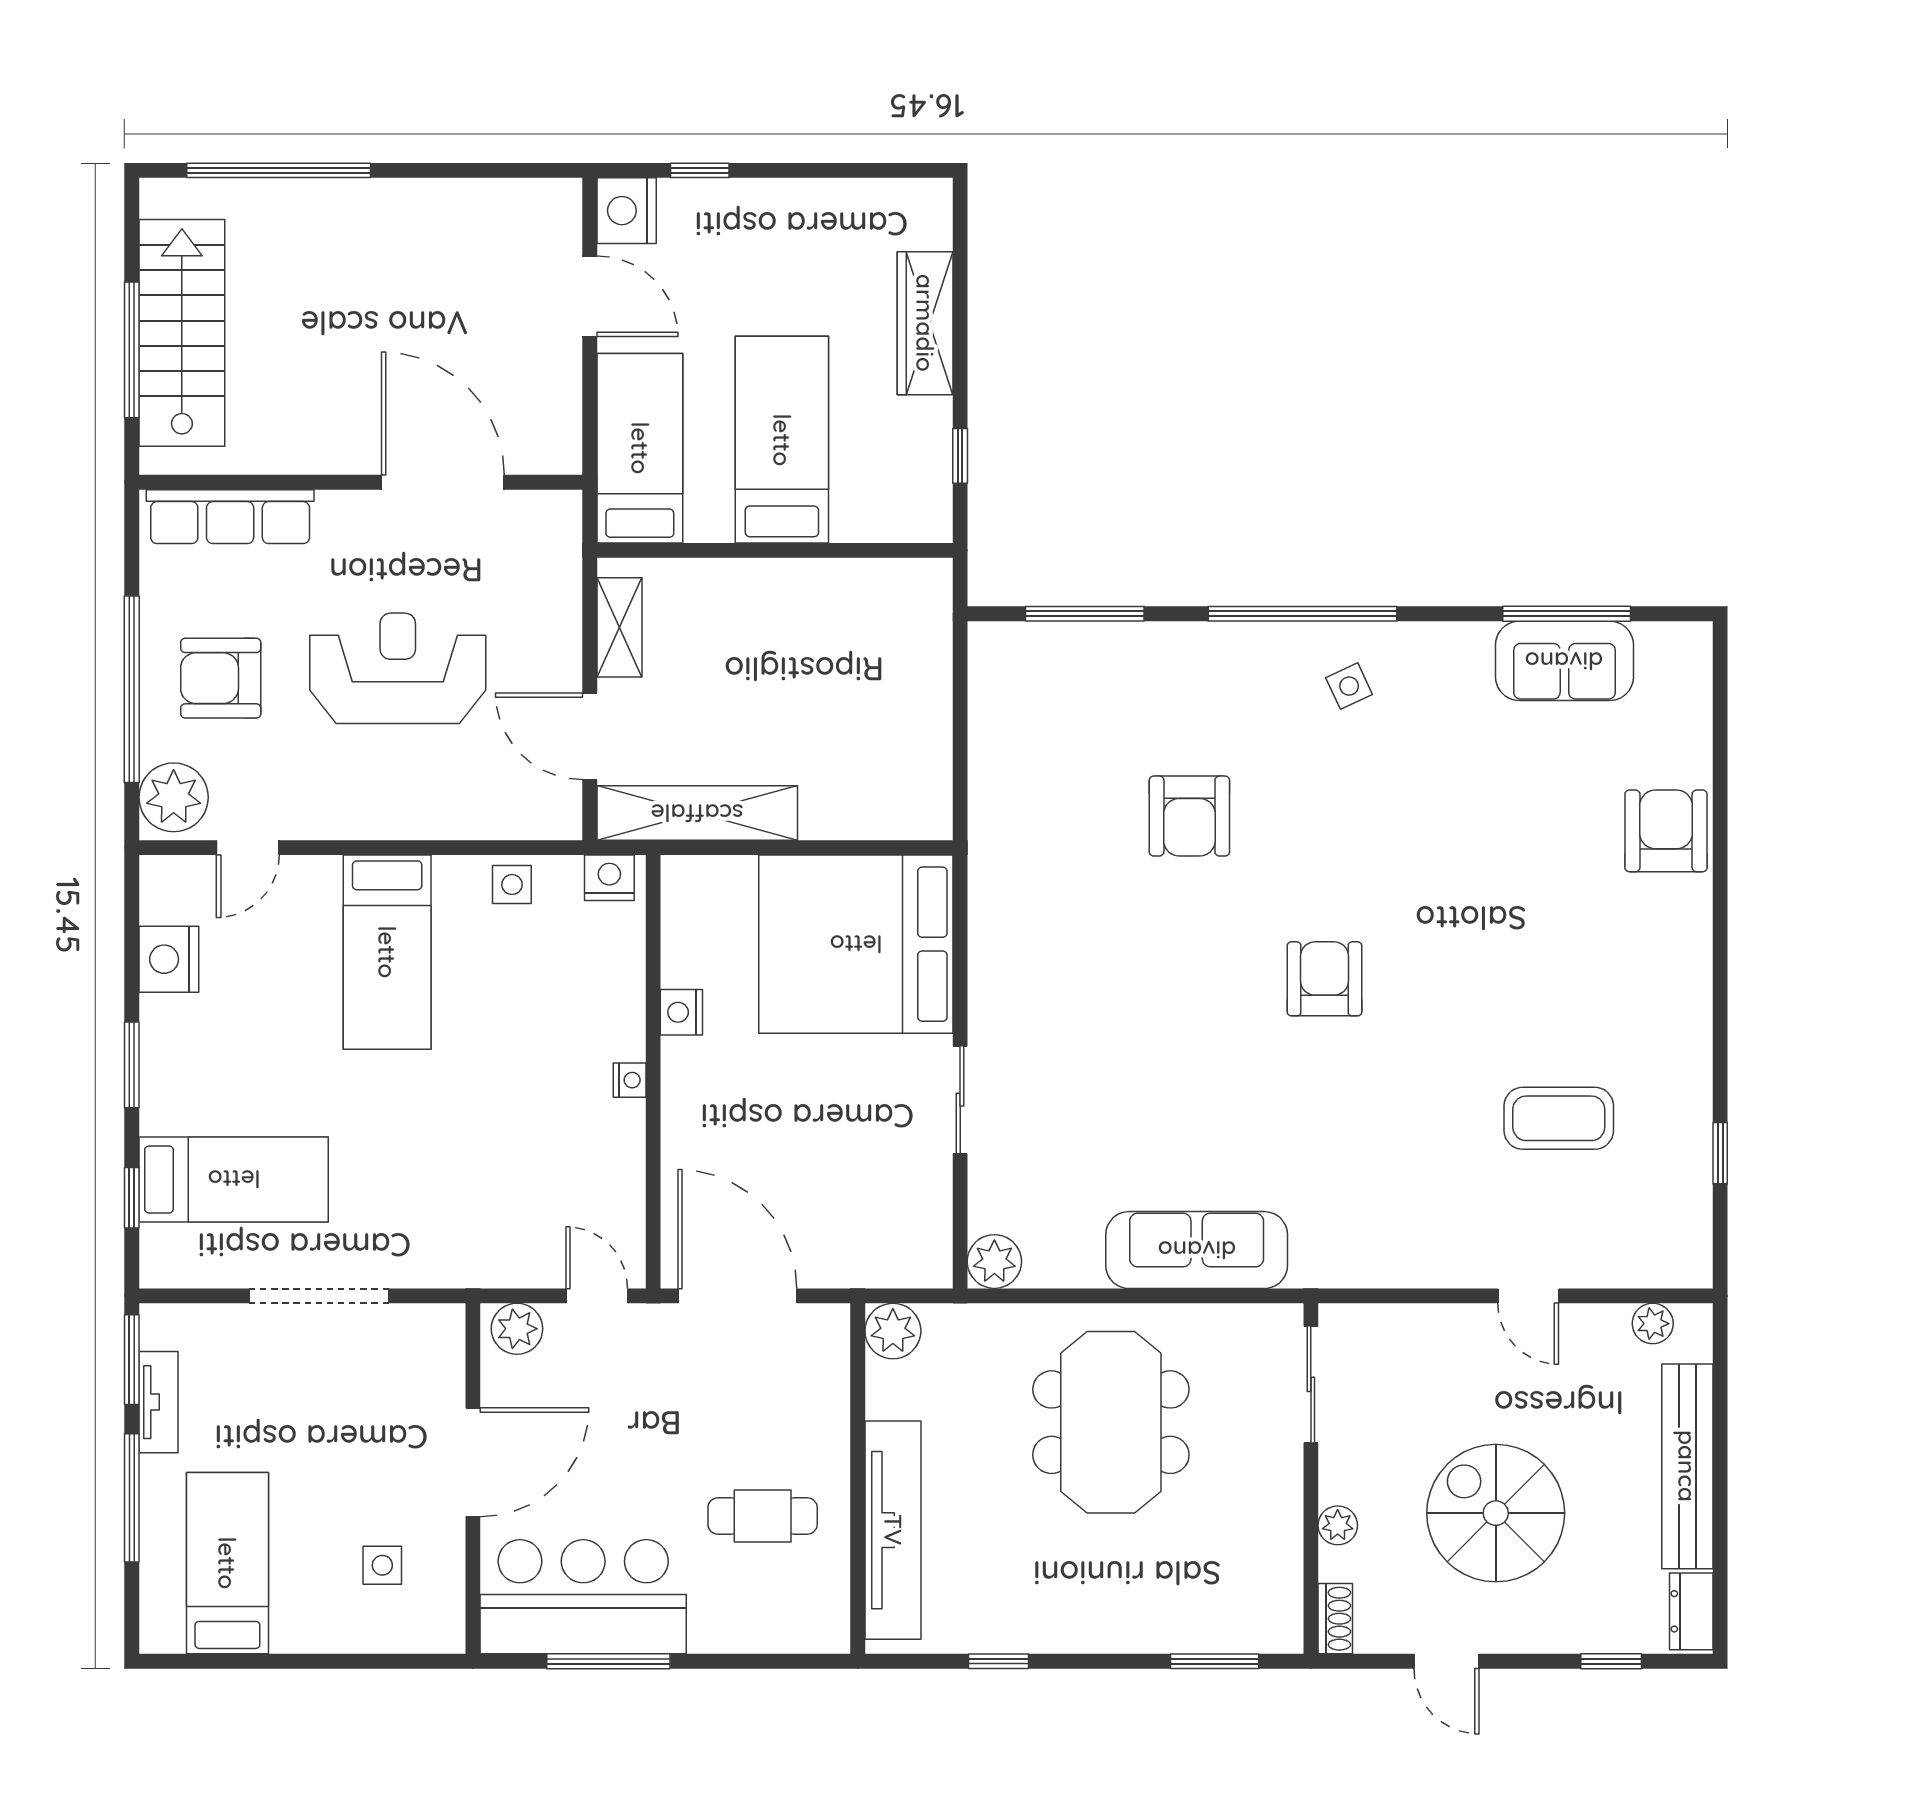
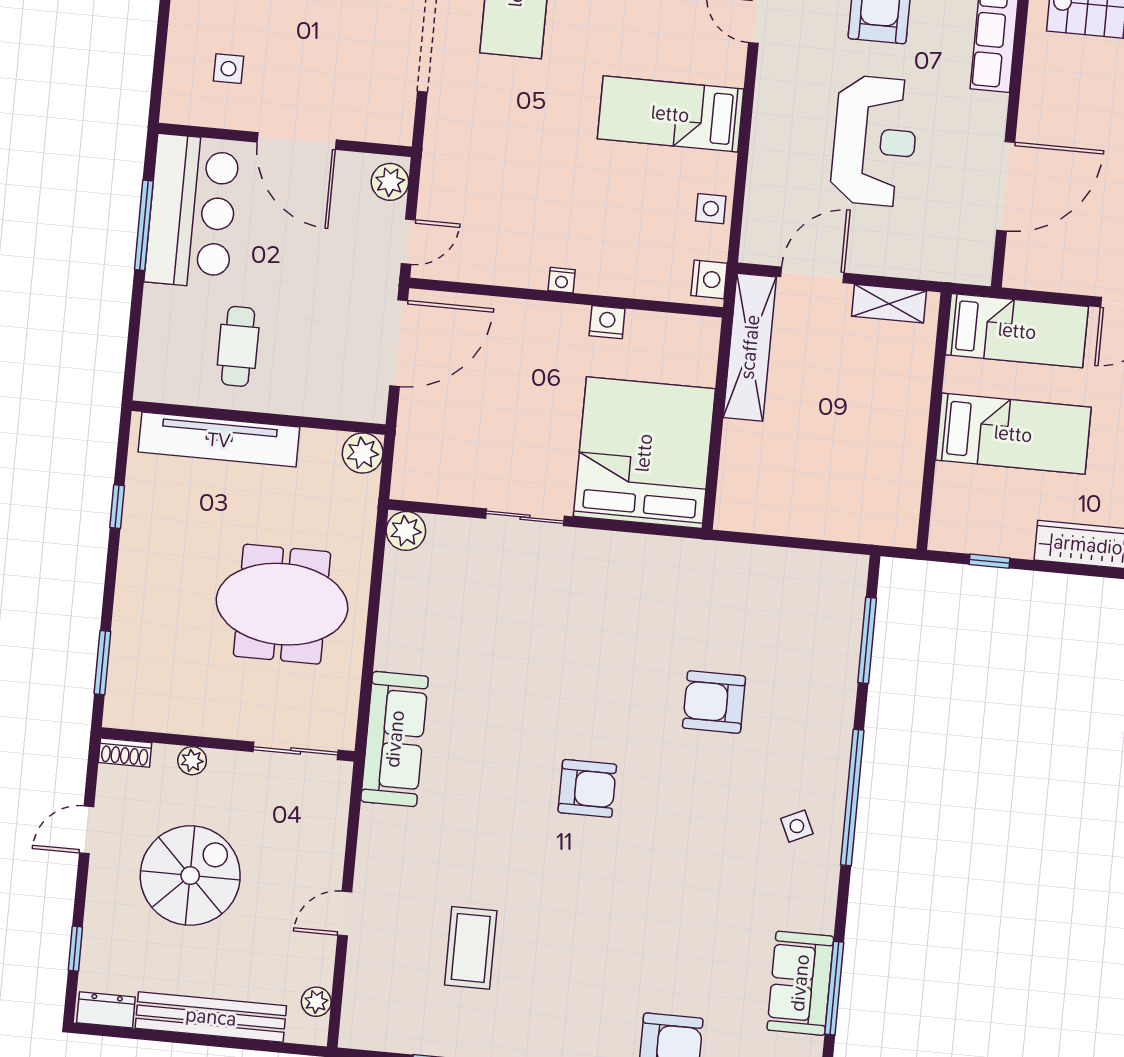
sofa: (1197, 1250) -> (395, 739), moved

